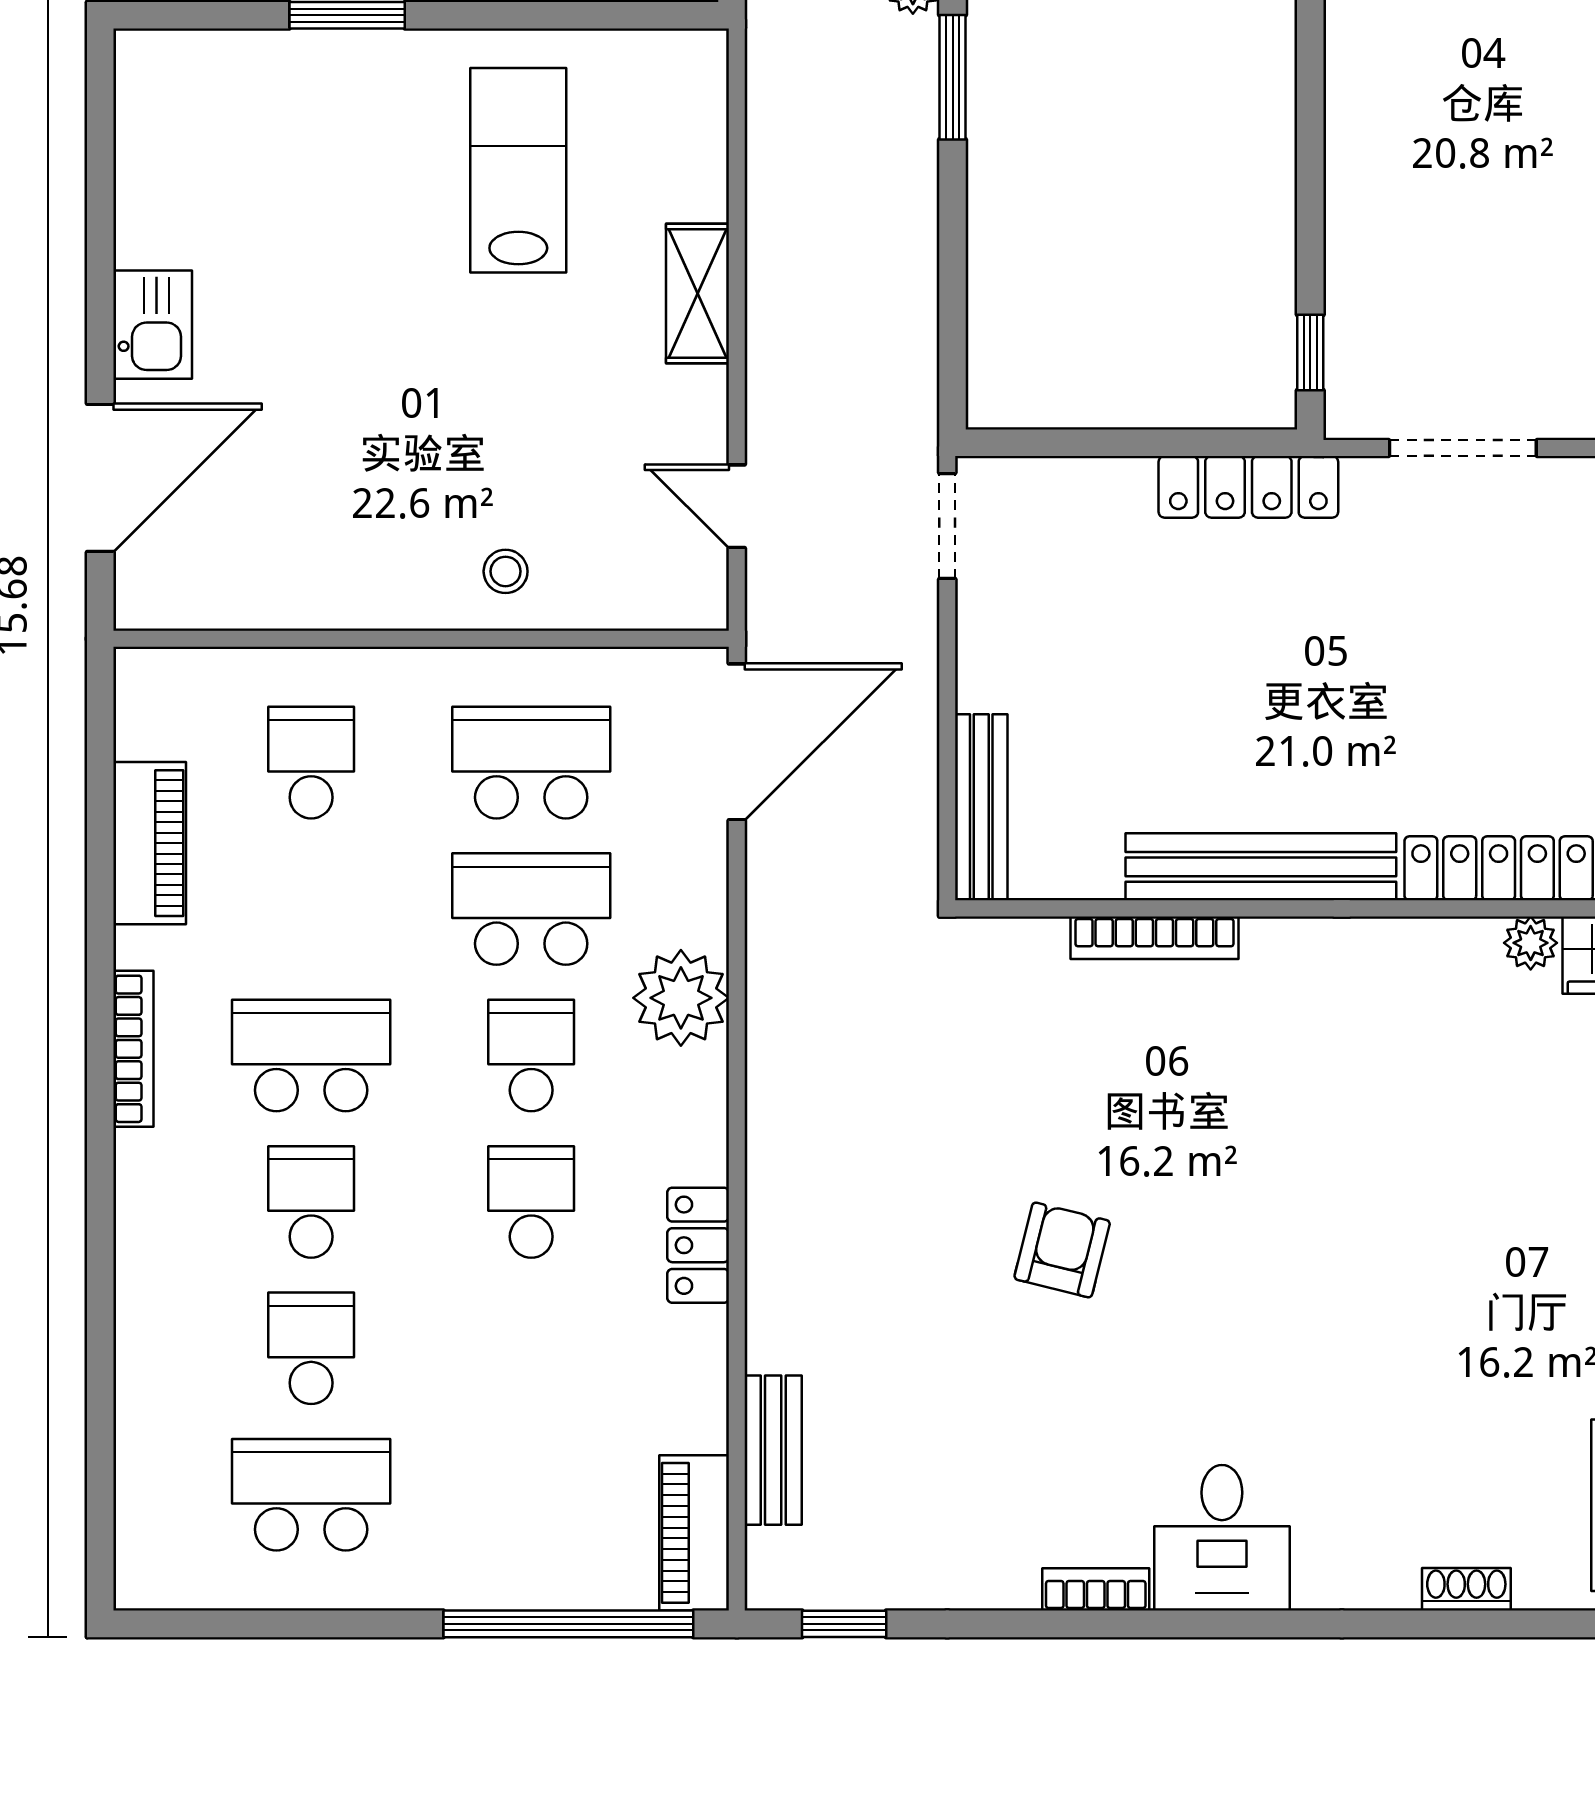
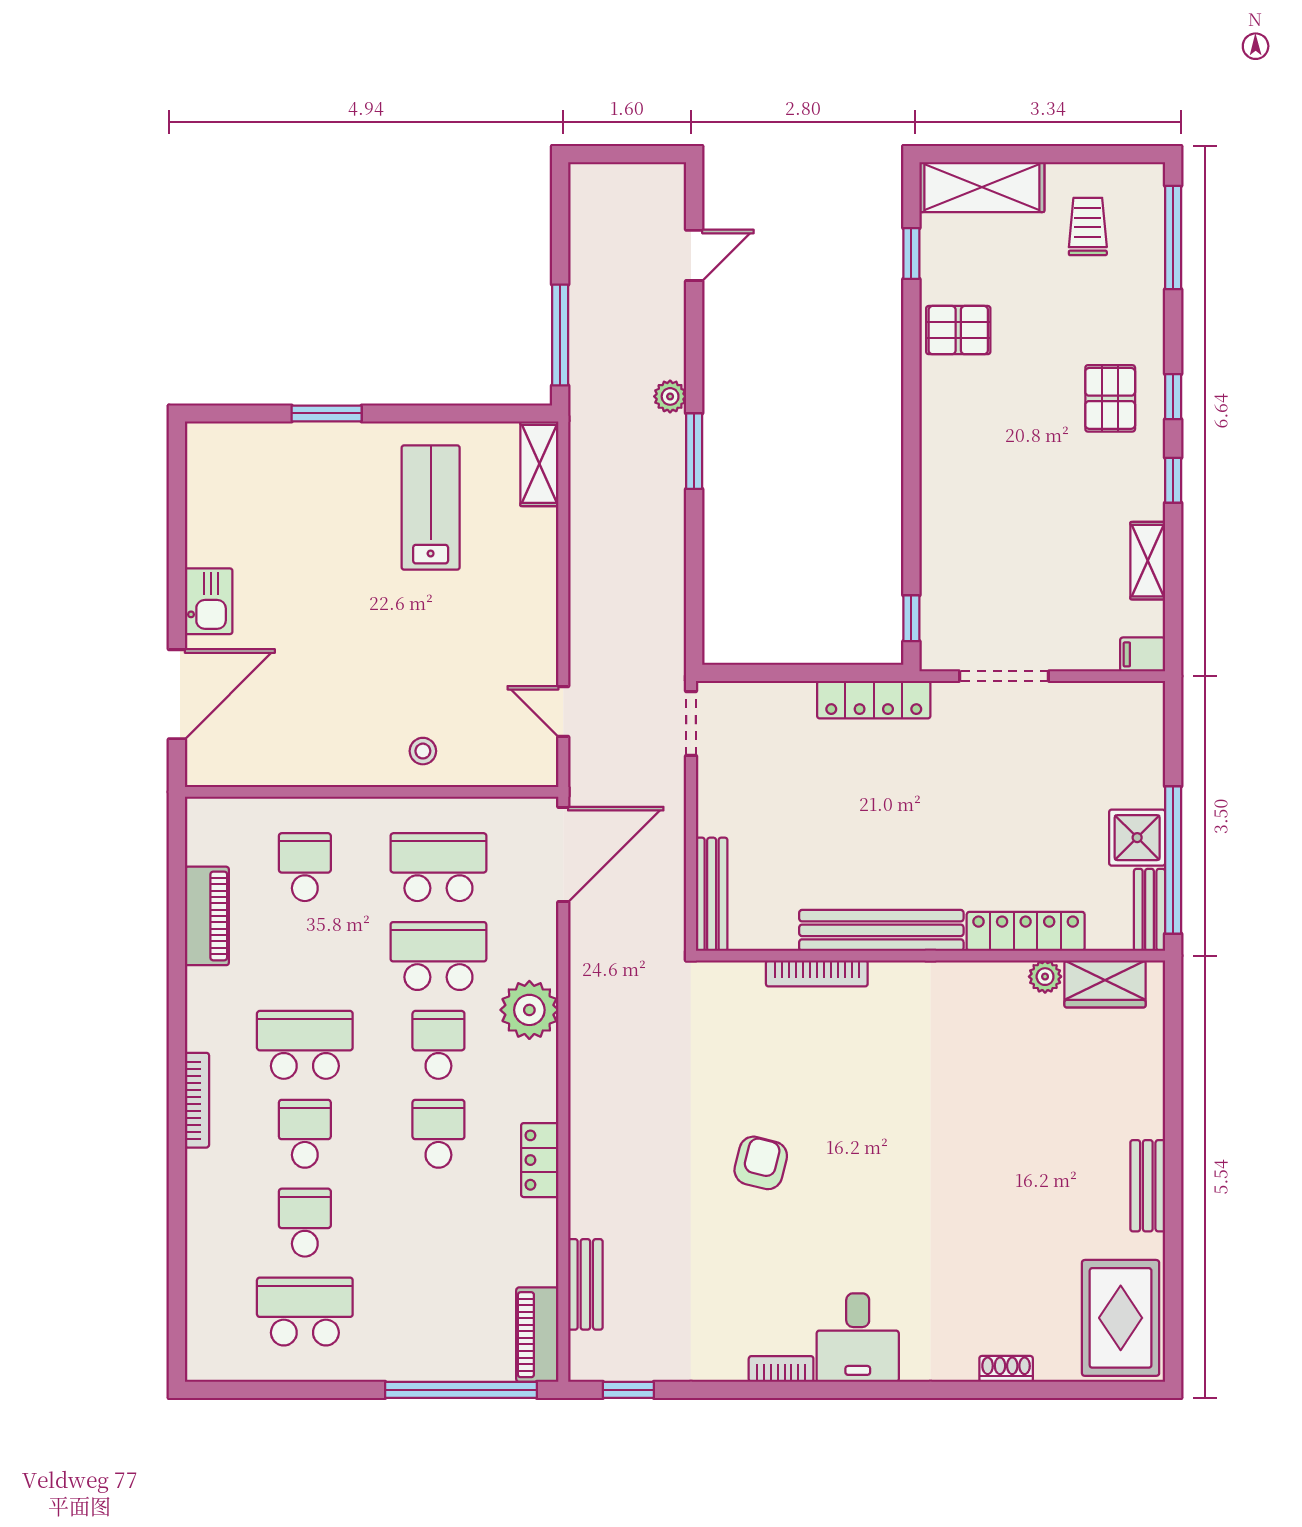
shelving: (698, 293) -> (539, 464), moved
bookcase: (133, 1049) -> (197, 1100), moved

